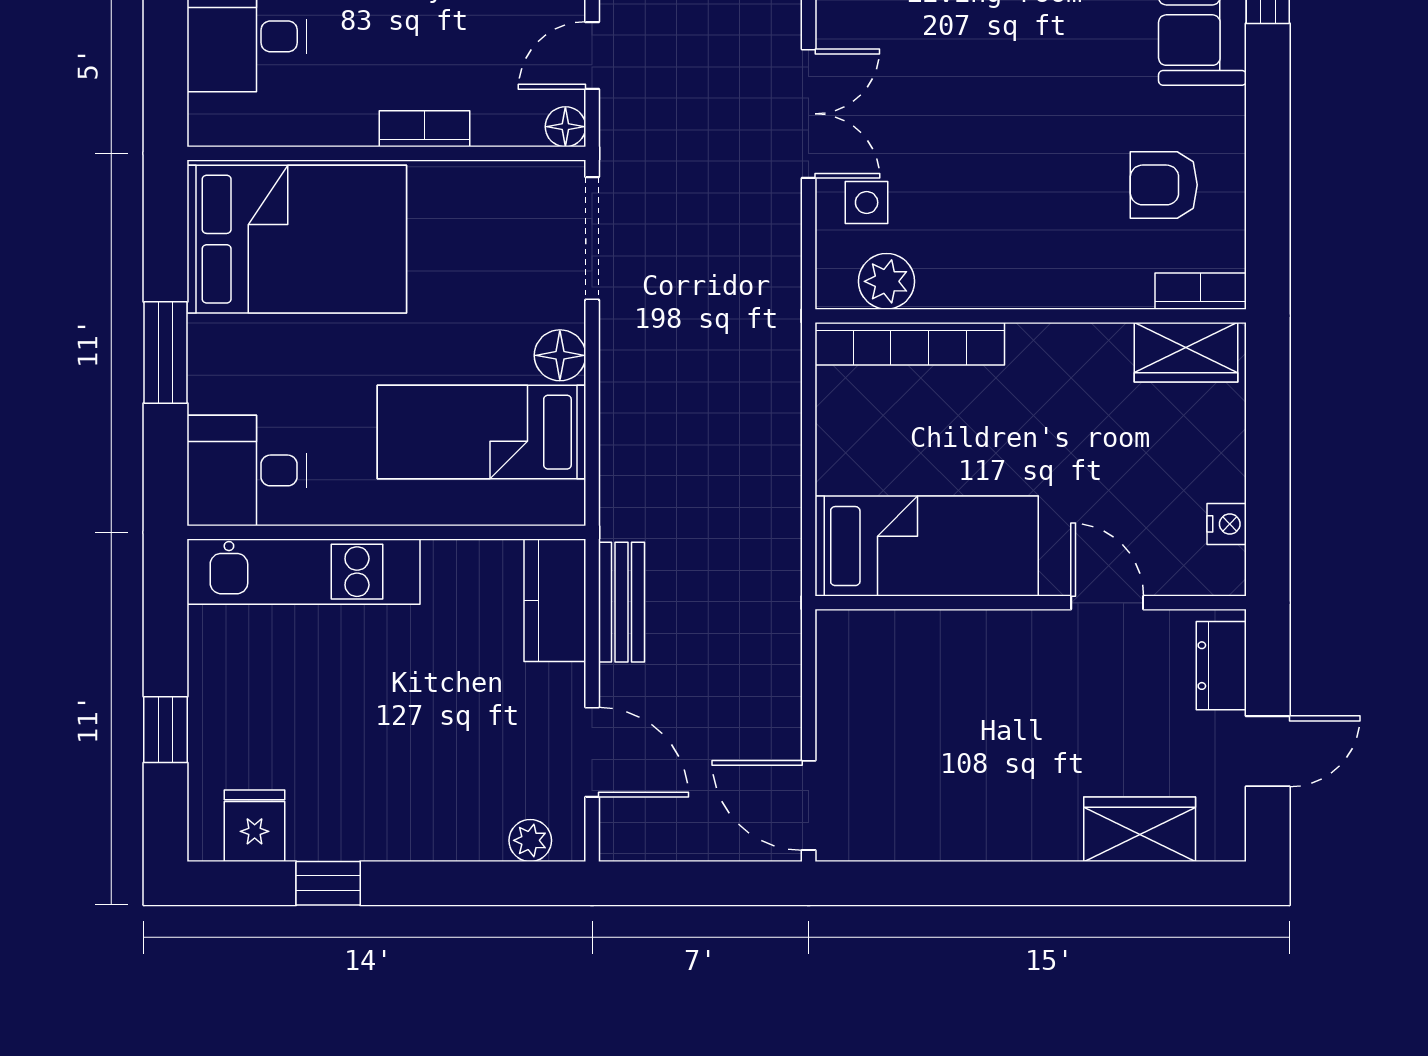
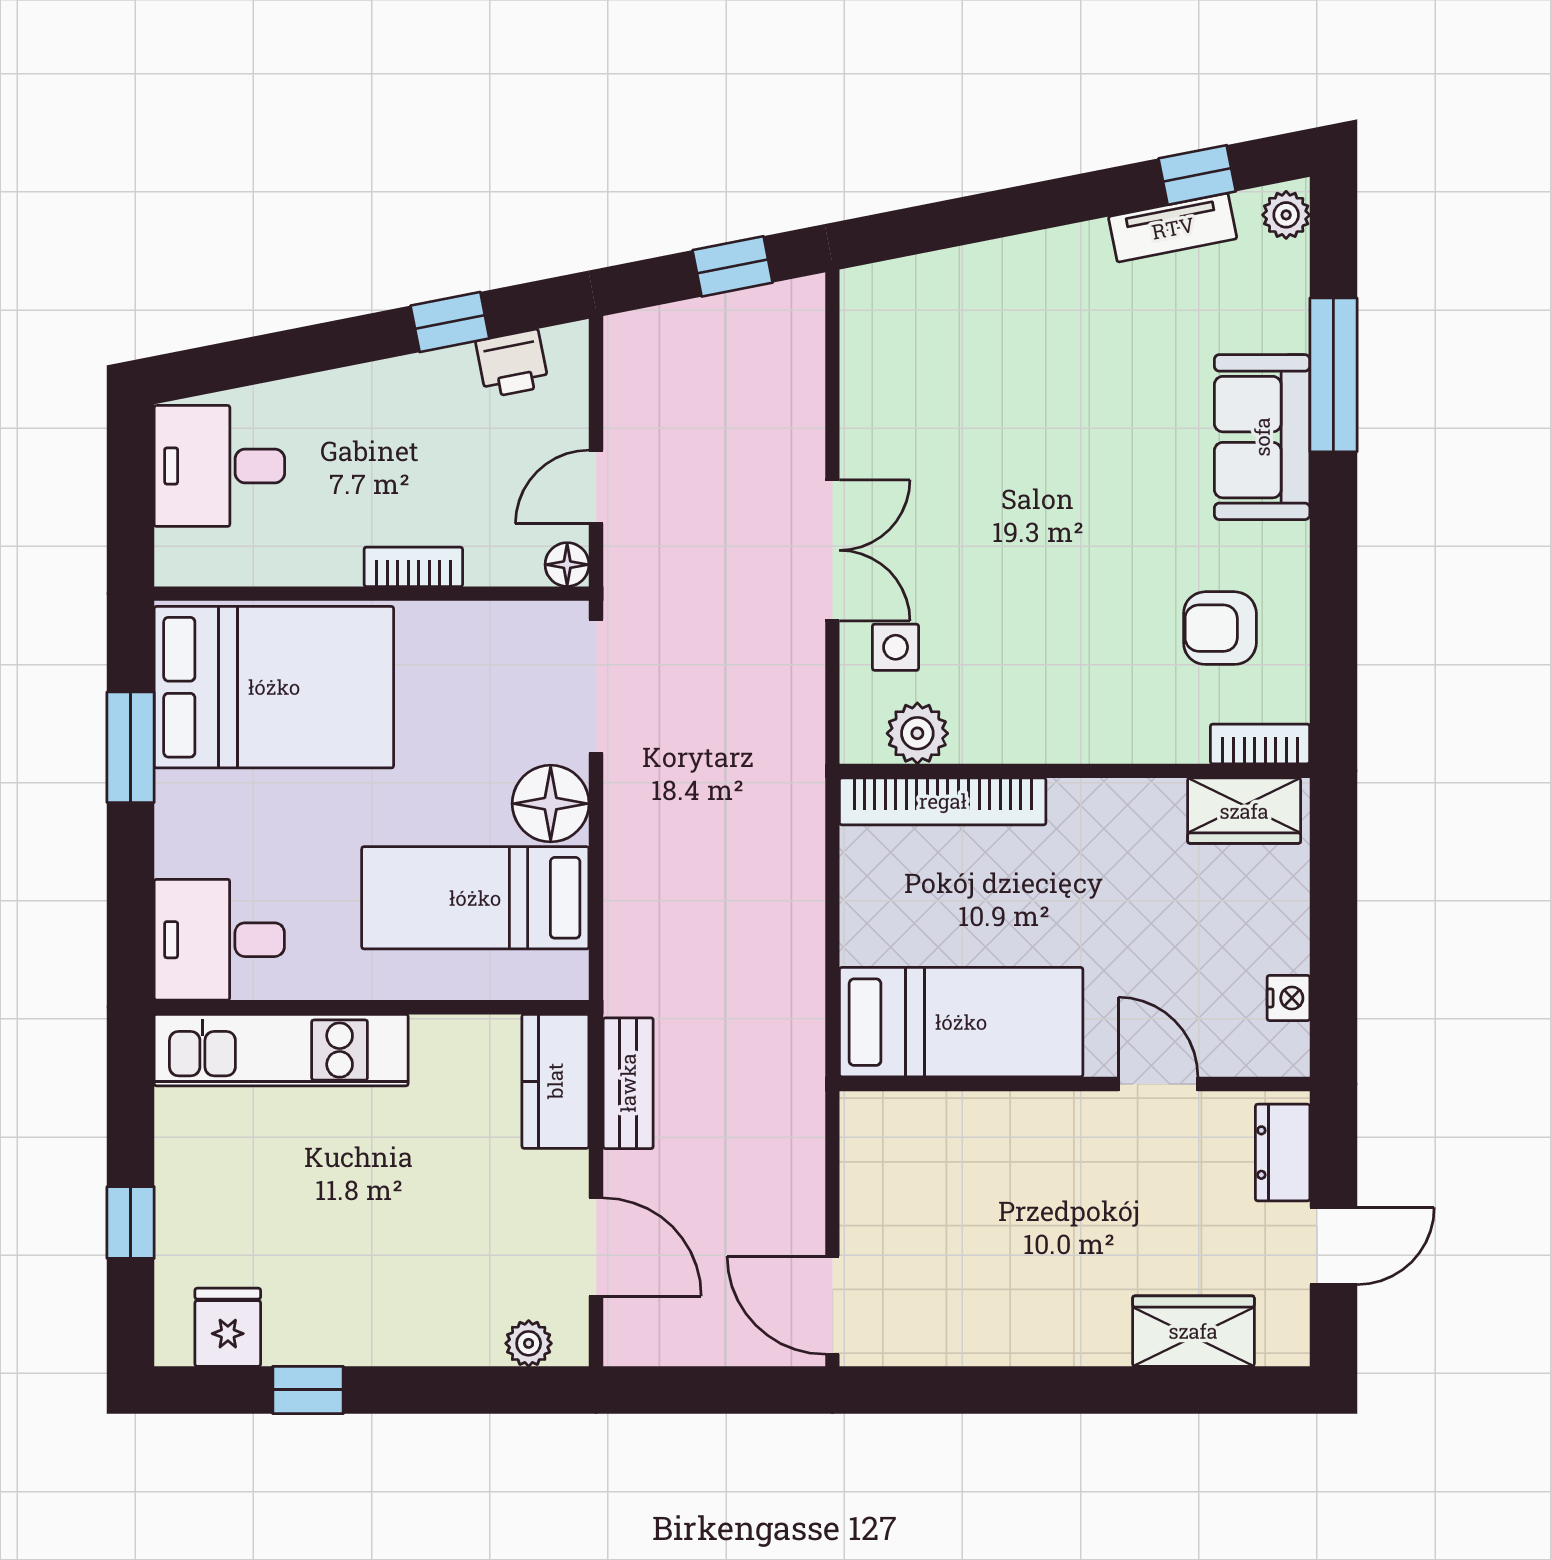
window: (165, 352) -> (131, 747), moved
floor lamp: (560, 355) -> (551, 804), width x1.38, depth x1.38

